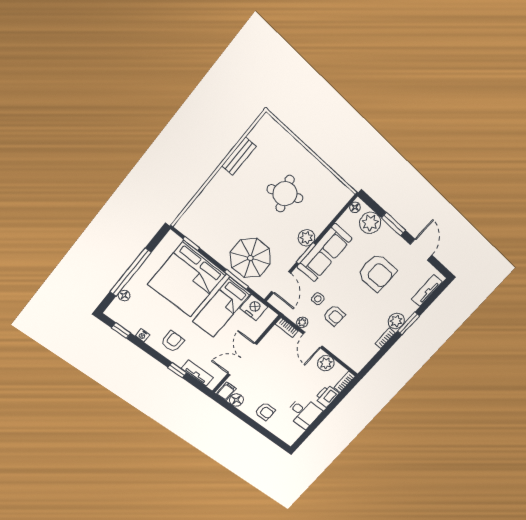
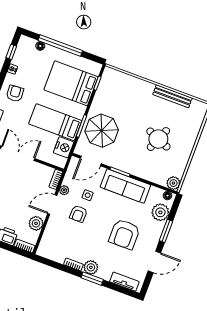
bench: (239, 156) -> (172, 96), width x1.36
round table: (285, 194) -> (158, 139), turned 45
plant: (306, 238) -> (173, 183), moved
bed: (187, 279) -> (71, 83), width x0.73
armchair: (173, 341) -> (15, 93), turned -94

